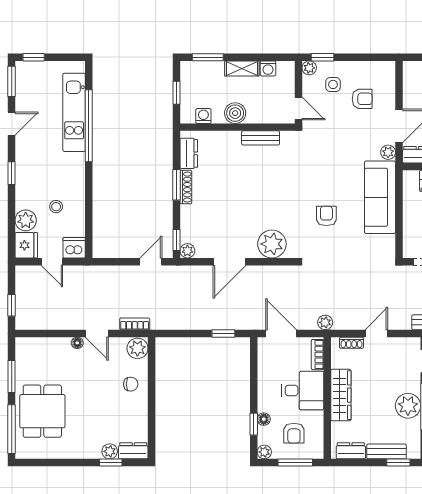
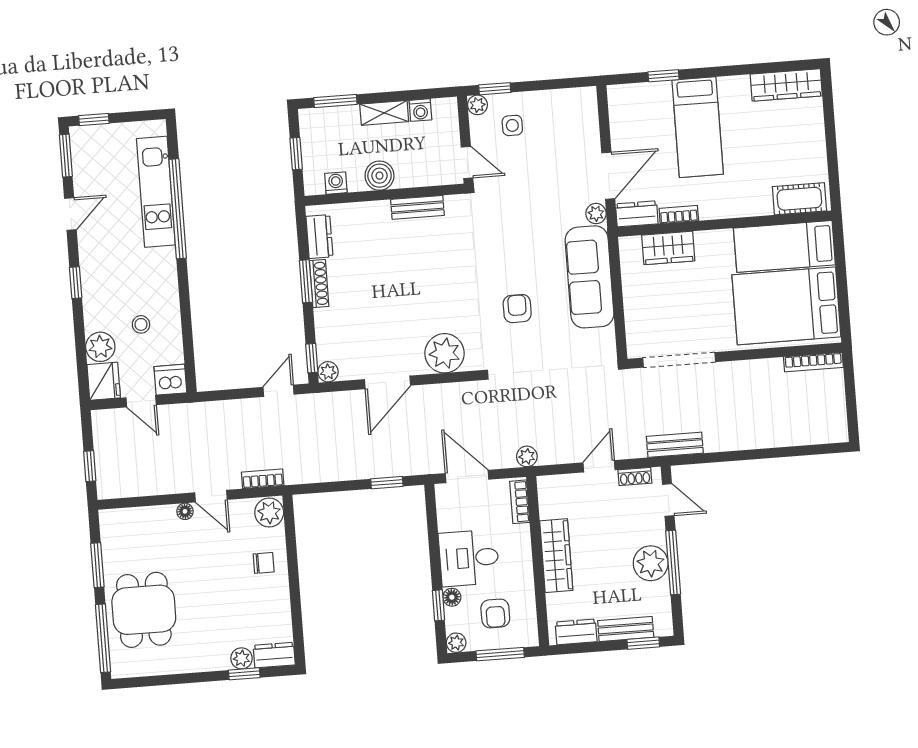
armchair: (362, 99) -> (554, 142), removed
shoe rack: (351, 343) -> (635, 477), moved
desk: (303, 391) -> (469, 558), moved, turned 180

